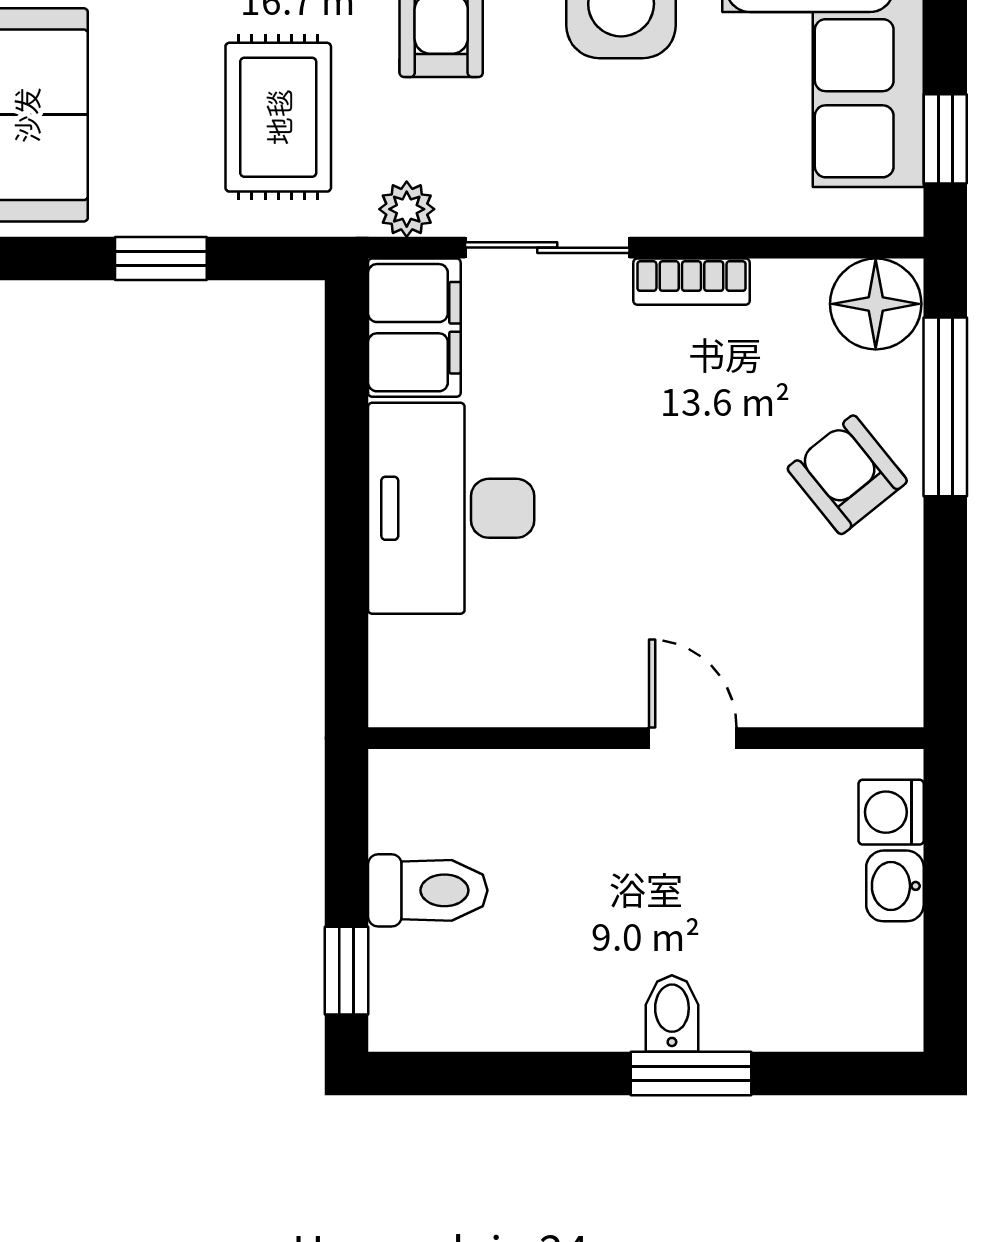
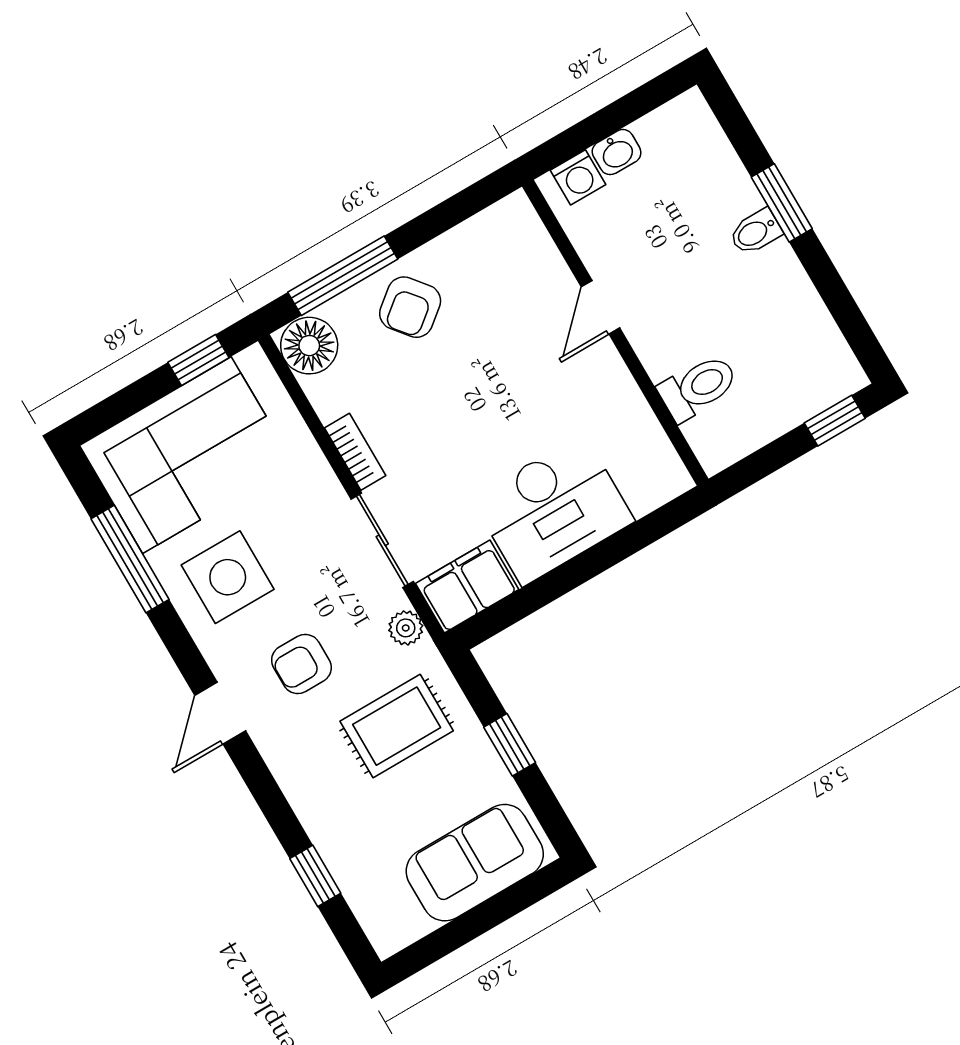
toilet: (428, 890) -> (698, 387), moved, turned 90

